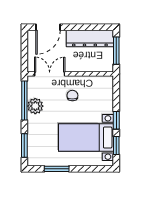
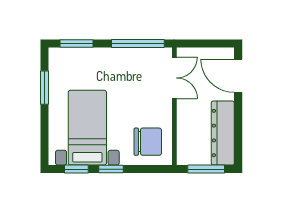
chair: (72, 96) -> (148, 142), moved, width x1.87, depth x1.87
plant: (35, 106) -> (130, 58), removed

